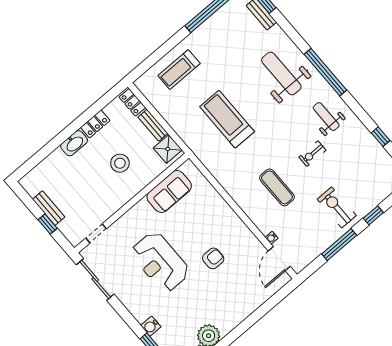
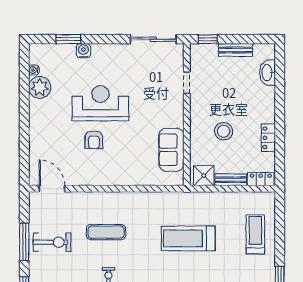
treadmill: (227, 119) -> (188, 238), turned 180
washbasin: (74, 143) -> (267, 73), moved
exercise bike: (337, 207) -> (52, 242), moved
window: (48, 224) -> (208, 39), moved
doorway: (96, 233) -> (187, 83), moved
water cooler: (272, 238) -> (72, 196), removed
reception desk: (160, 262) -> (100, 103), moved

